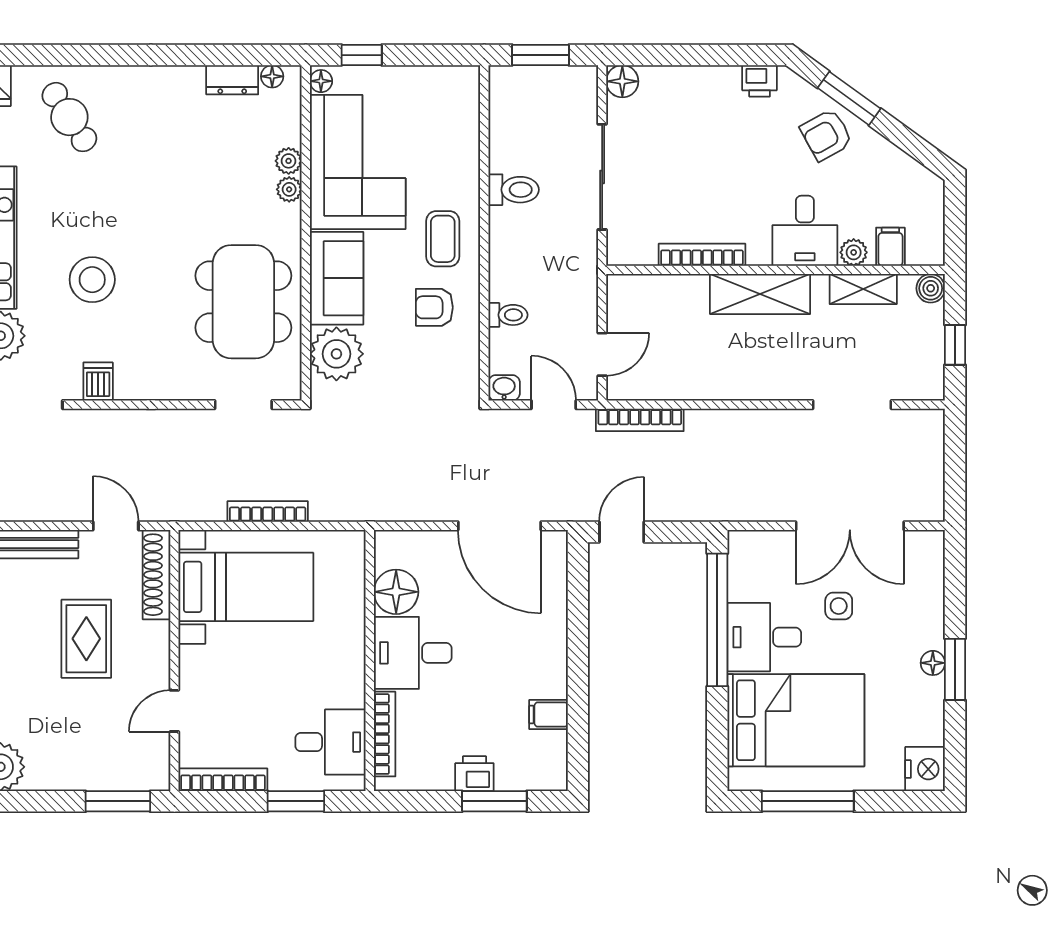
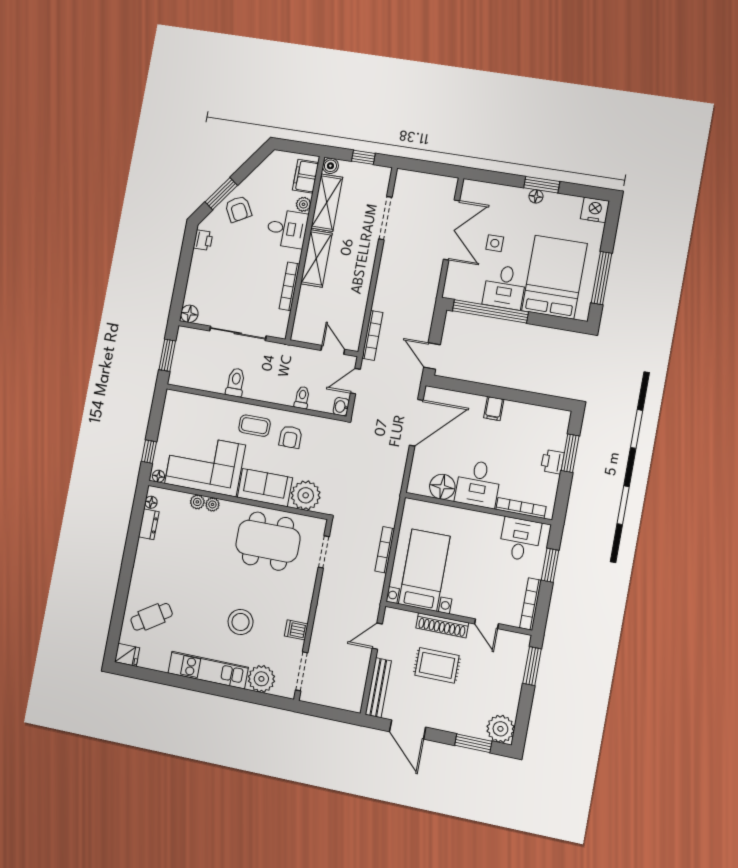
filing cabinet: (890, 247) -> (306, 176), width x2.00
shelving: (863, 289) -> (327, 203), width x1.50, depth x1.33
shoe rack: (157, 575) -> (442, 625), moved
filing cabinet: (548, 714) -> (494, 409), moved

